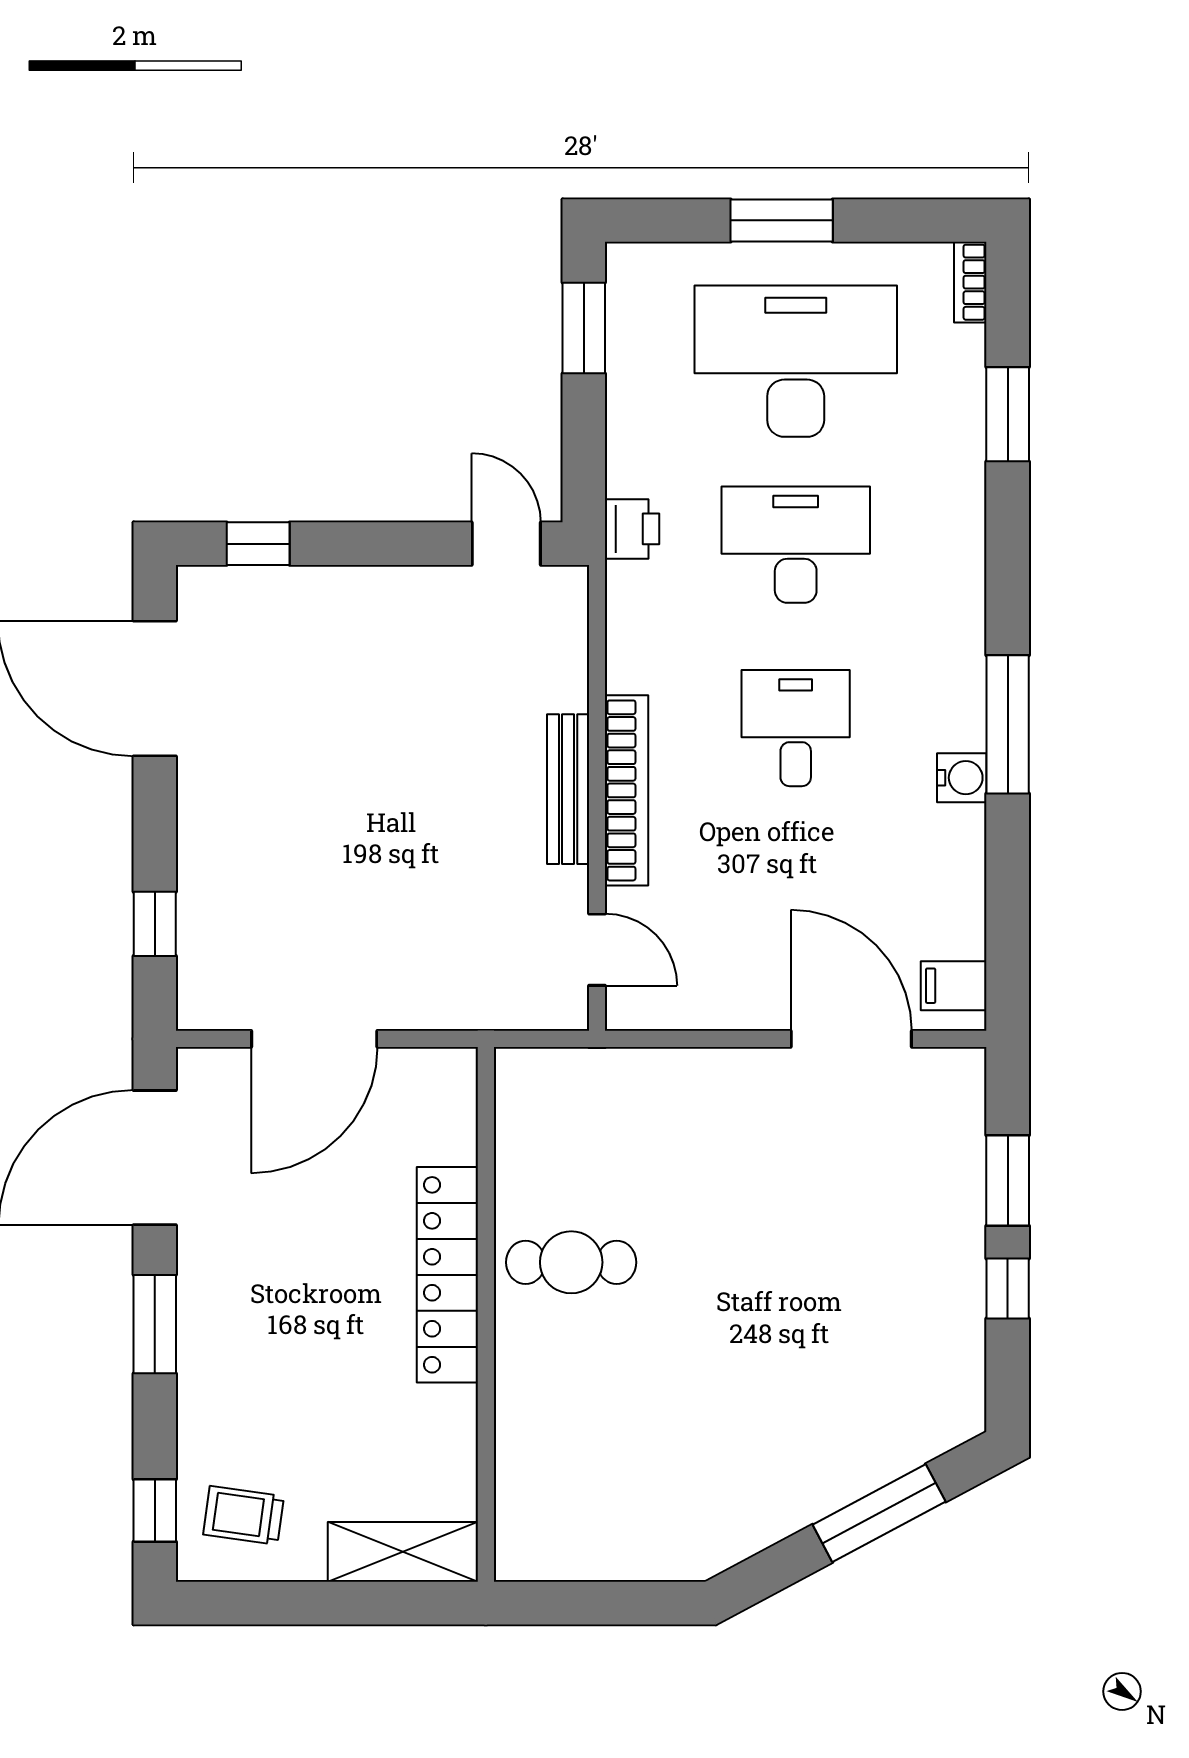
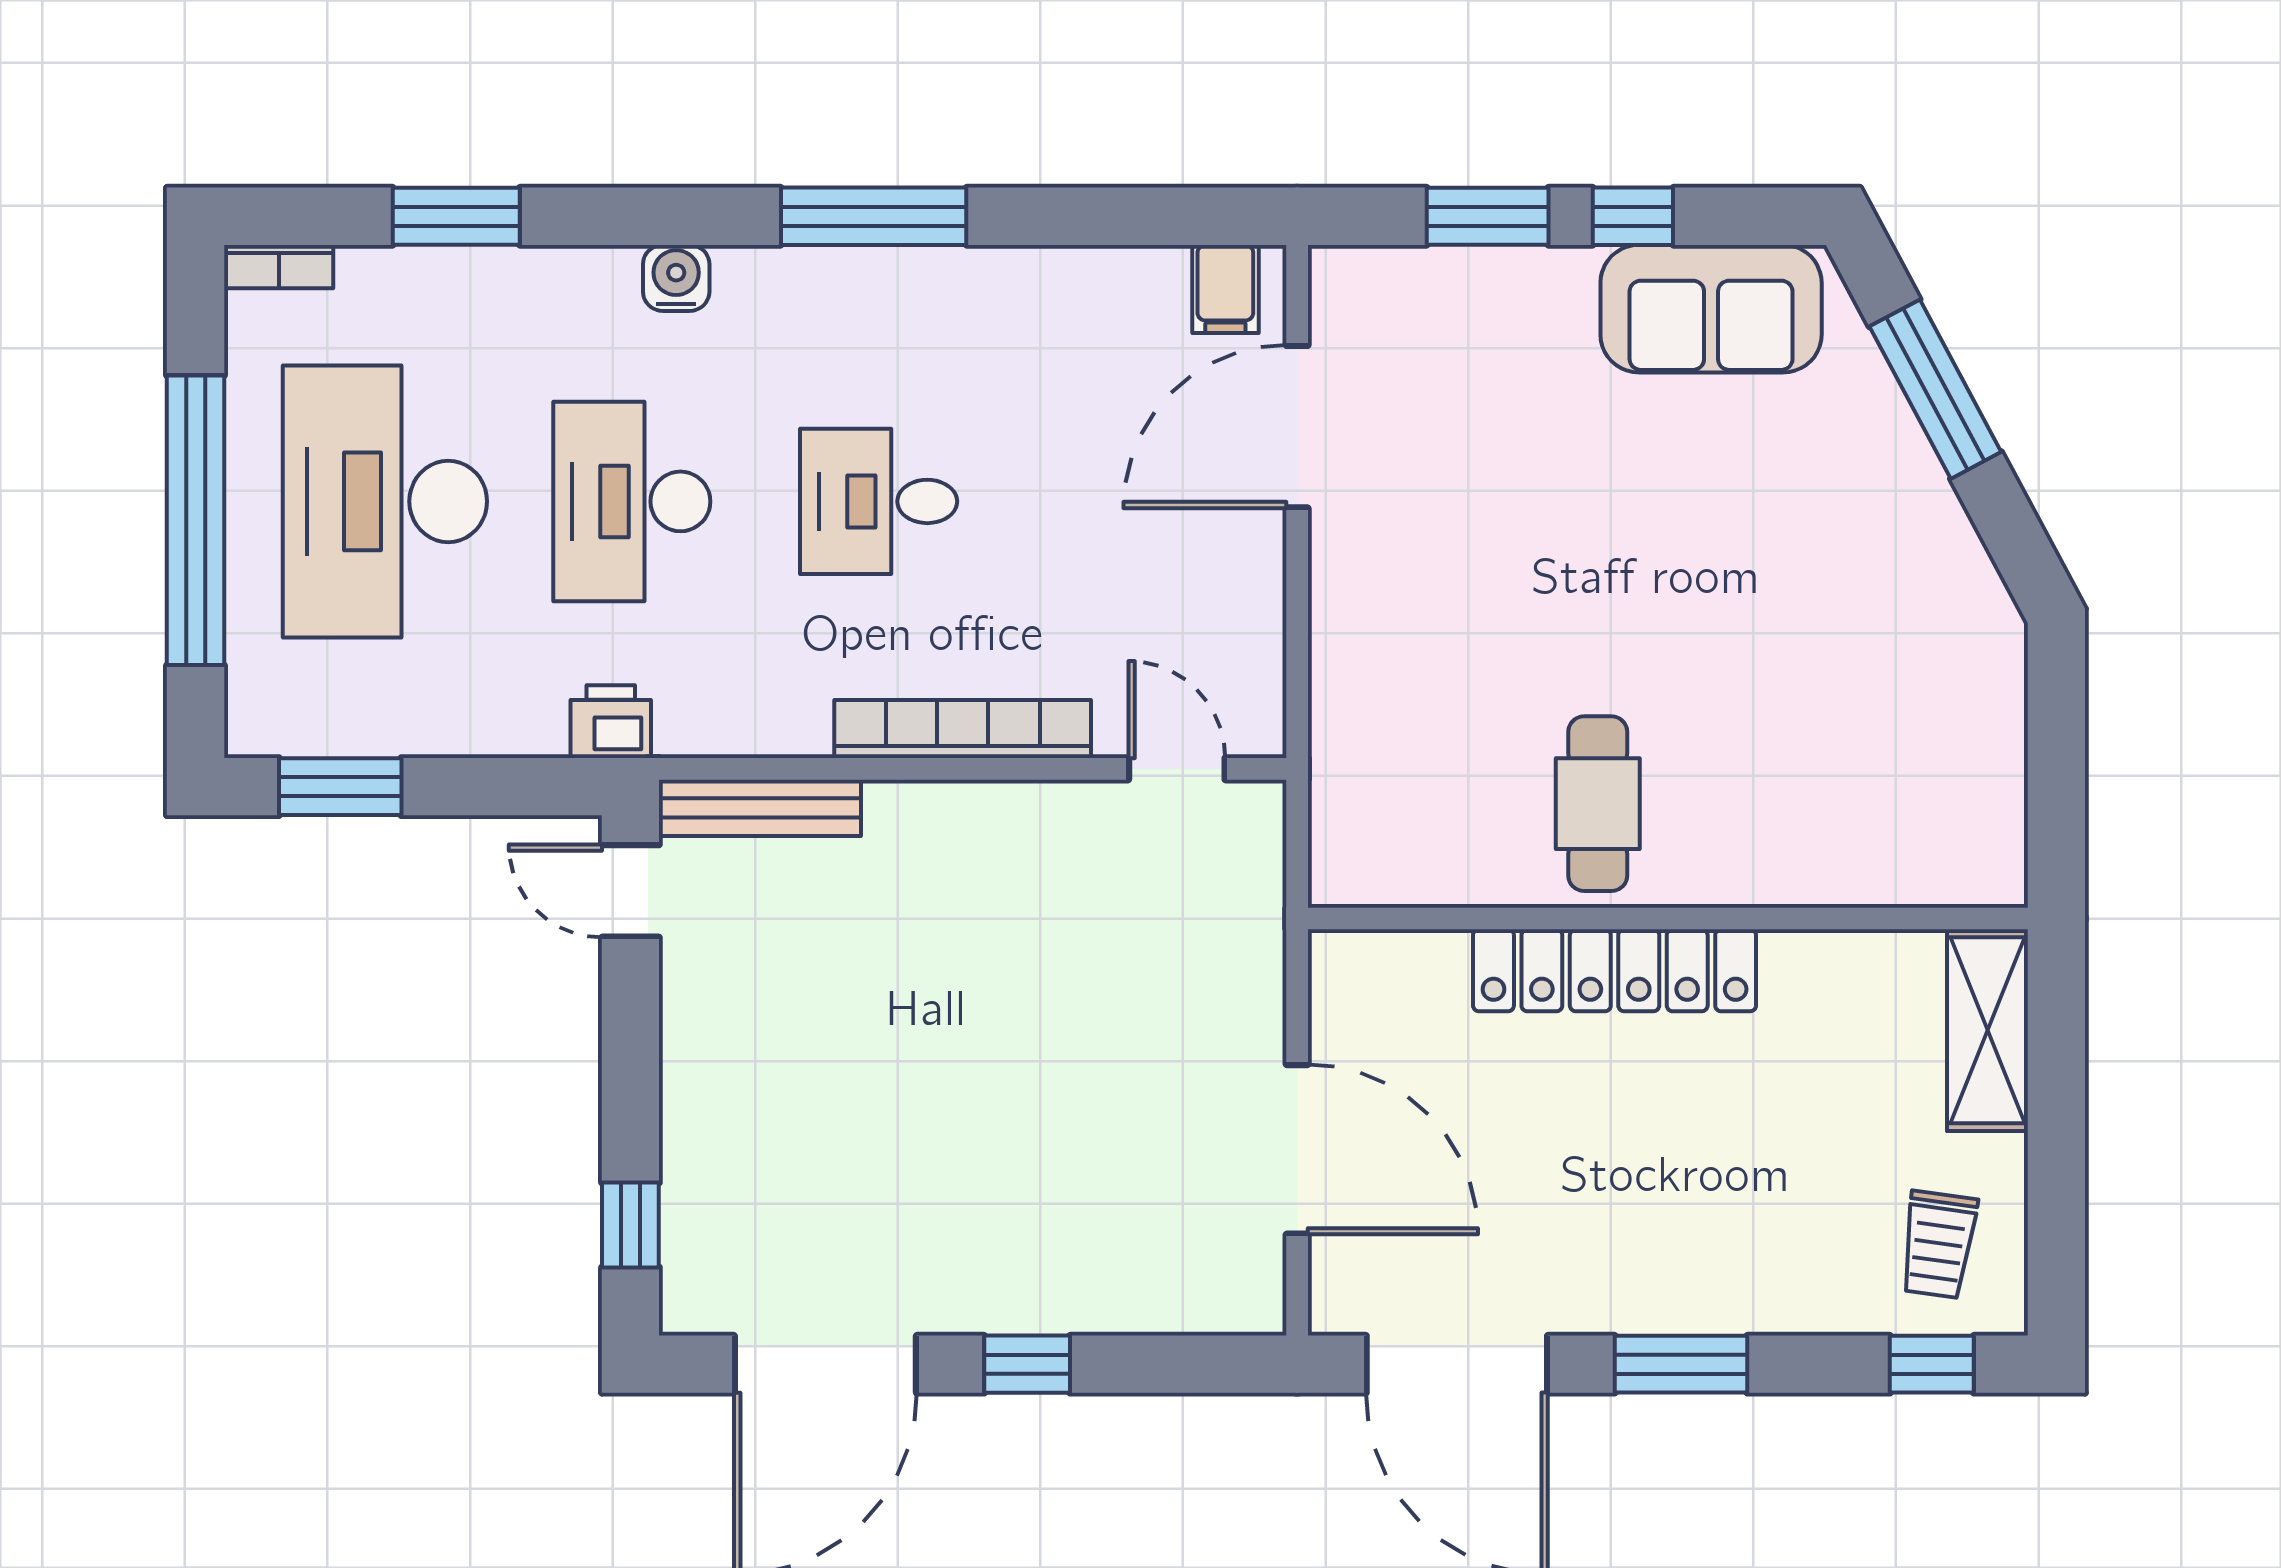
window: (782, 220) -> (196, 520), width x2.11
door: (506, 544) -> (630, 891), hinge flipped
water cooler: (962, 778) -> (676, 278), moved
bench: (568, 789) -> (760, 808), moved
window: (155, 924) -> (1027, 1364), moved
door: (597, 950) -> (1177, 769), hinge flipped
sofa: (939, 1346) -> (1711, 309), added

